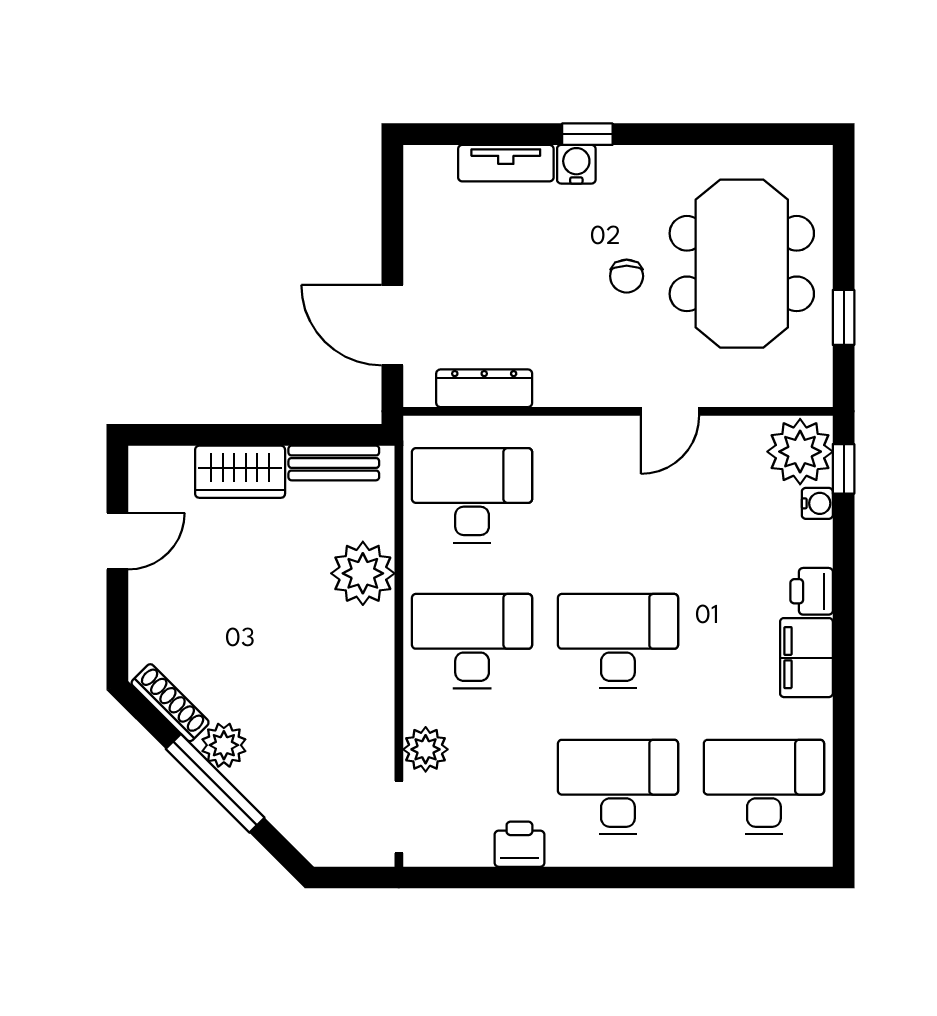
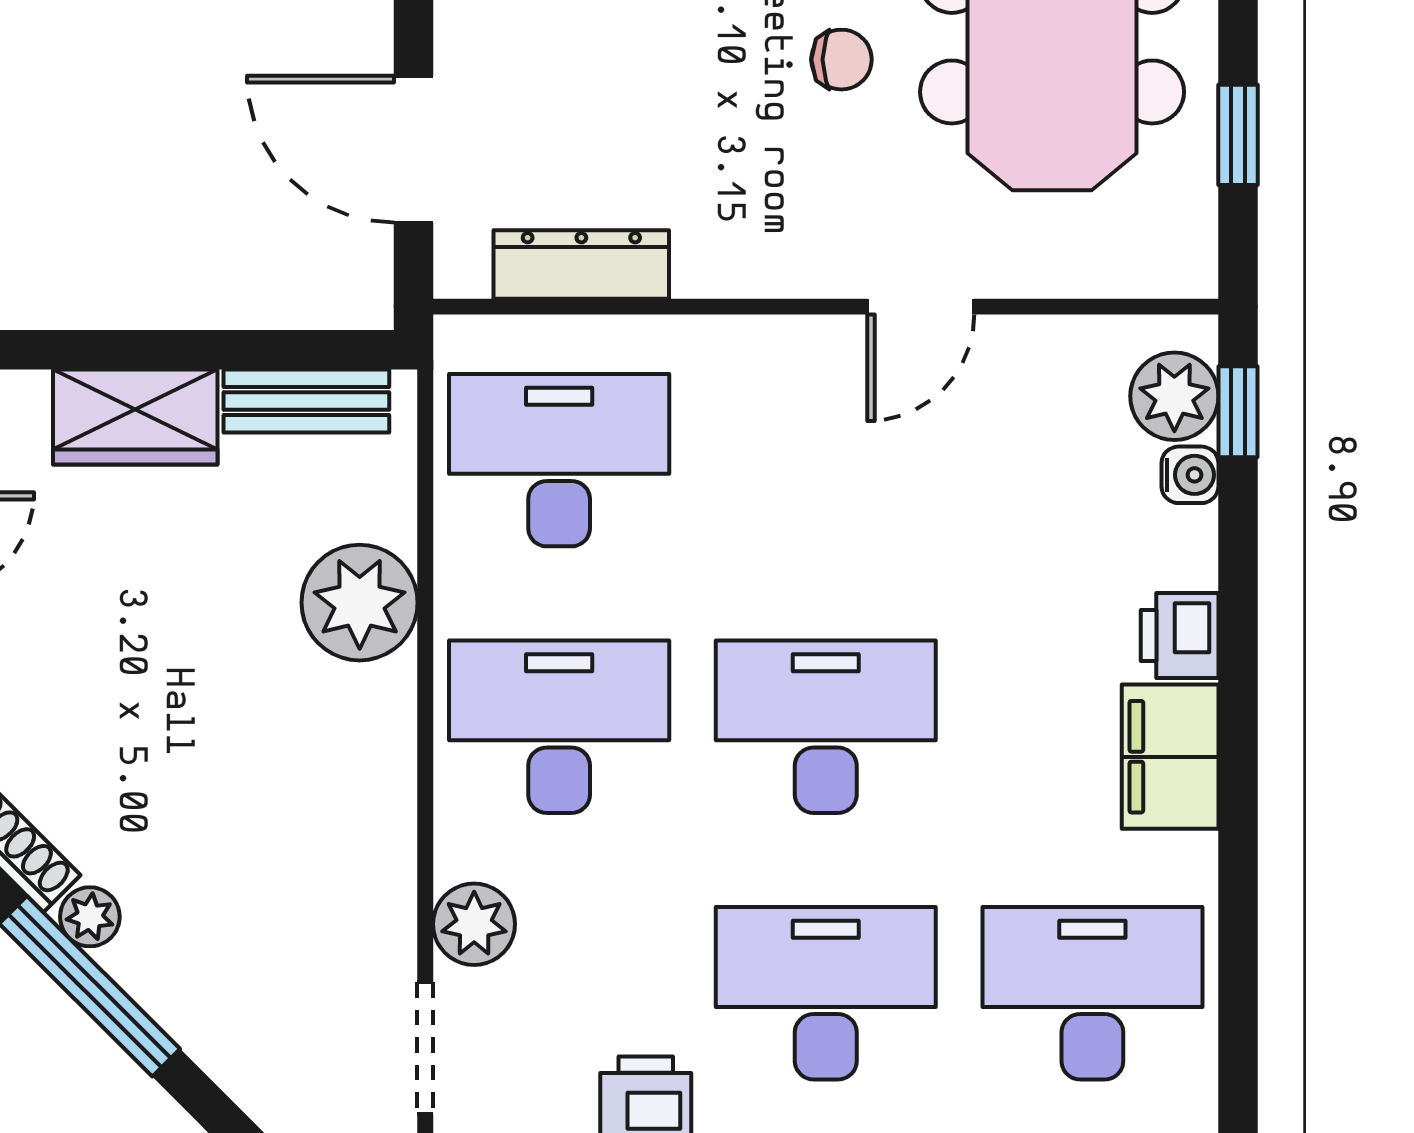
chair: (627, 276) -> (841, 60), turned -90
plant: (800, 452) -> (1174, 396), width x0.73, depth x0.73
plant: (224, 745) -> (90, 917), width x0.73, depth x0.73

